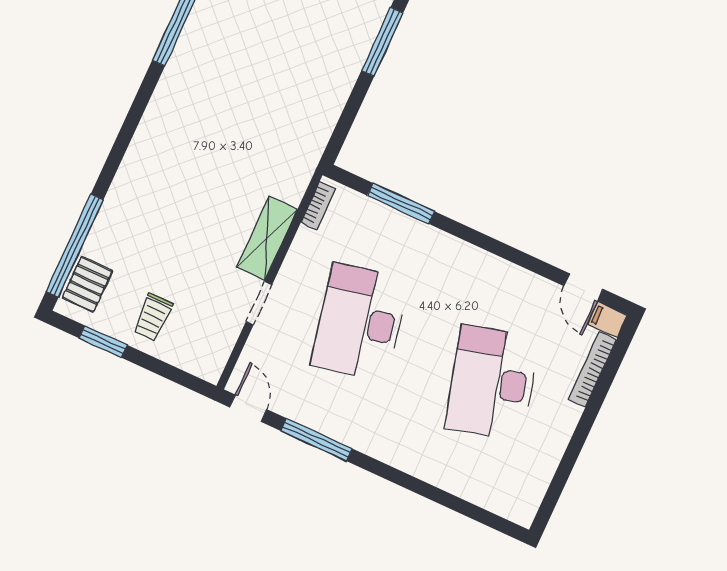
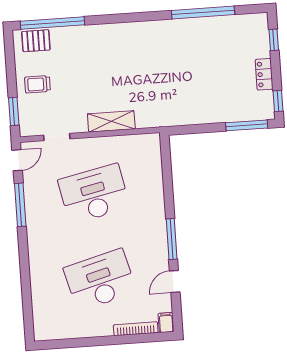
window: (401, 204) -> (172, 239), moved
bookcase: (318, 206) -> (143, 139), removed
door: (583, 287) -> (175, 282), moved
doorway: (259, 303) -> (57, 137), moved
window: (103, 341) -> (14, 111), moved

